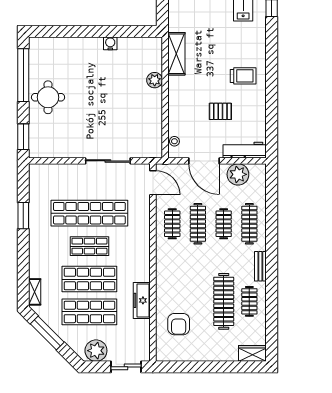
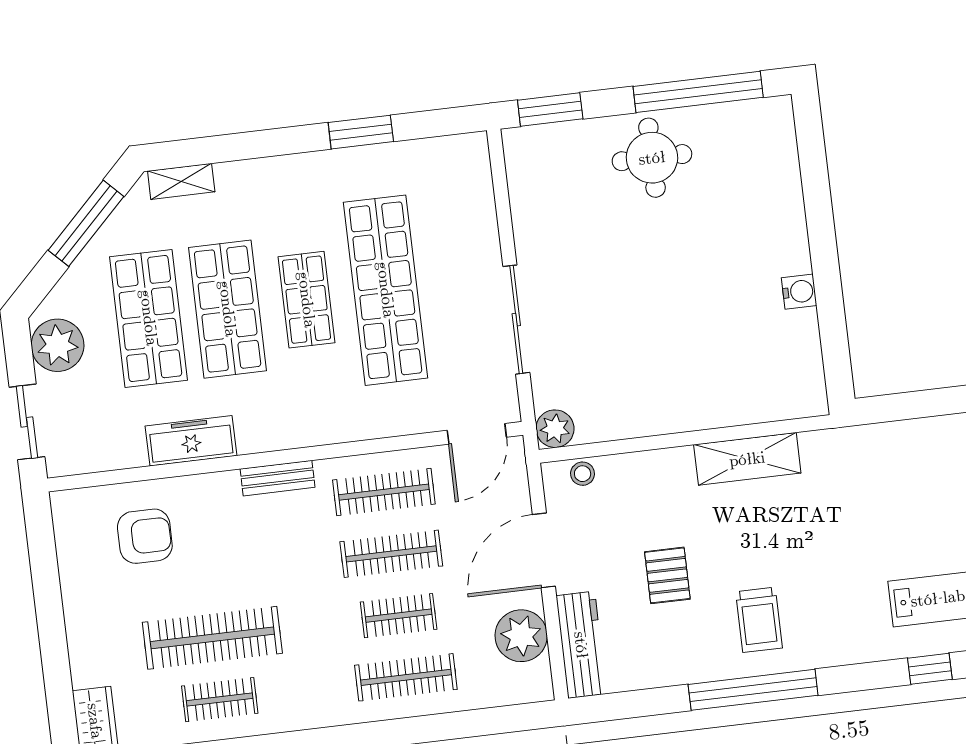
shelving: (176, 54) -> (747, 459), moved
plant: (155, 80) -> (555, 429), moved
window: (272, 82) -> (753, 690), added
clothes rail: (172, 224) -> (384, 492), width x1.36
bench: (260, 266) -> (278, 478), moved
armchair: (179, 324) -> (145, 536), turned 180

